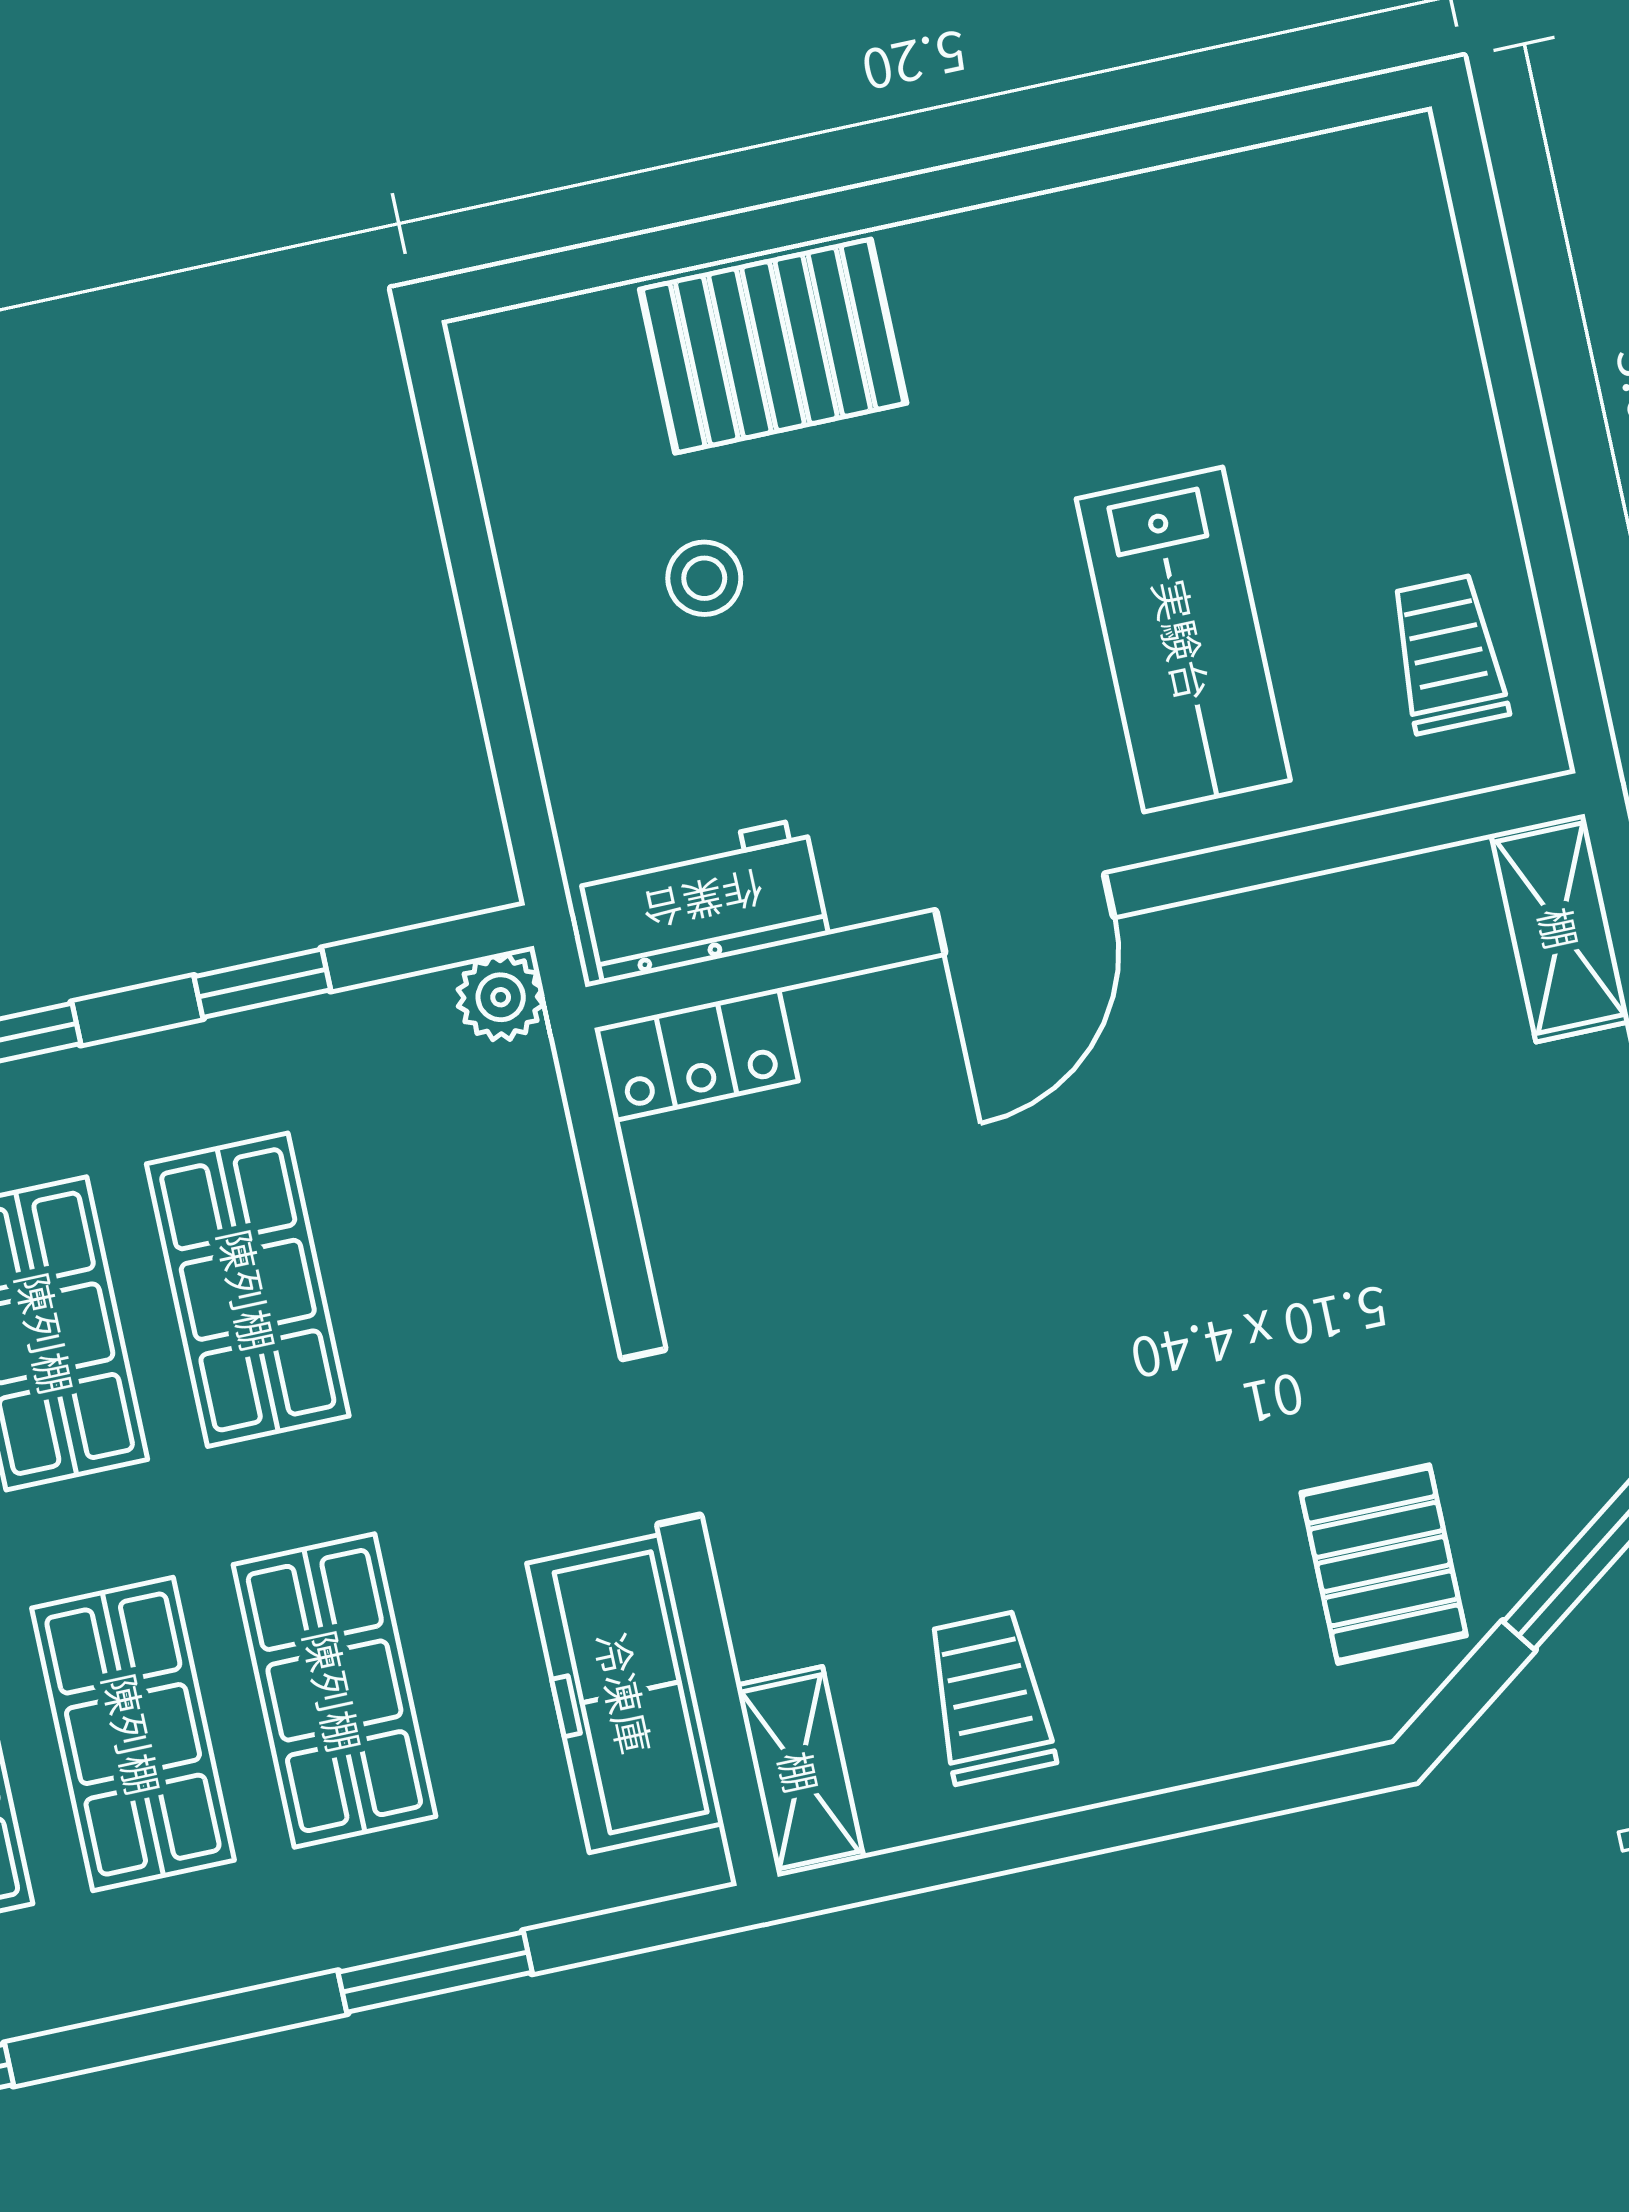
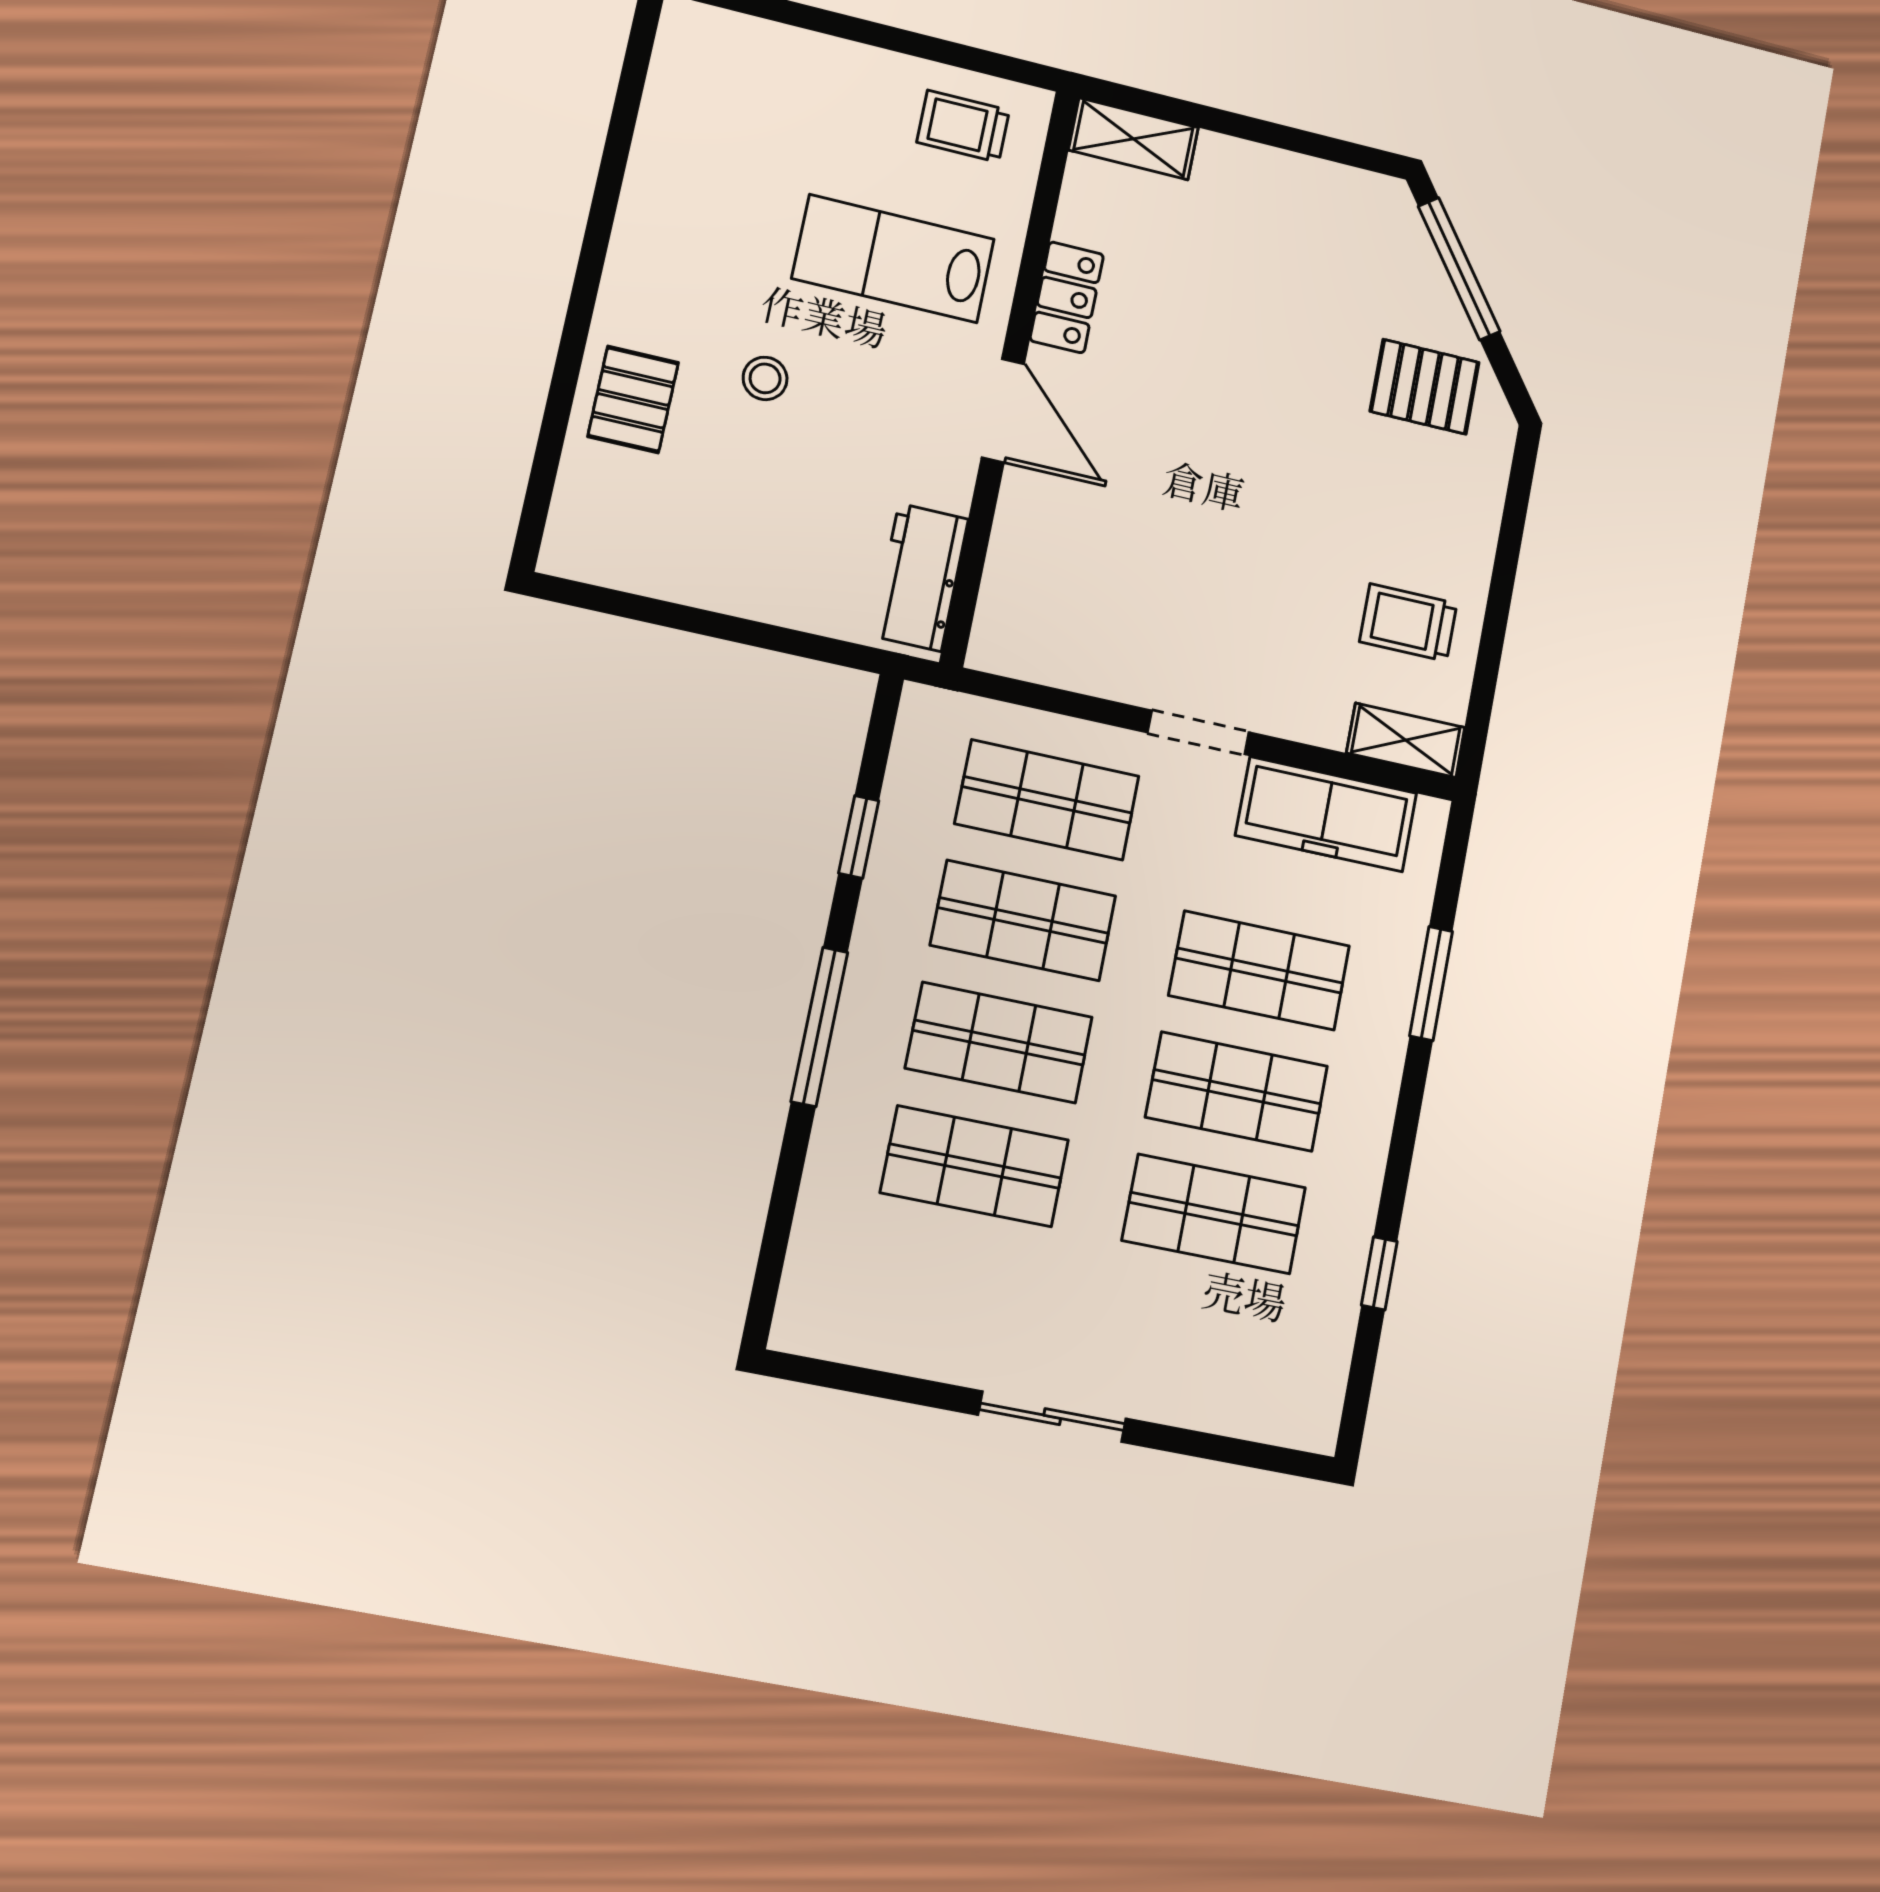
pallet: (773, 346) -> (633, 399), width x0.67, depth x0.71
stool: (704, 578) -> (765, 378), moved
lab bench: (1183, 640) -> (893, 259), turned 180
plant: (501, 997) -> (924, 710), removed
locker: (696, 1054) -> (1067, 297), moved
shop shelf: (449, 1246) -> (1047, 800), added

